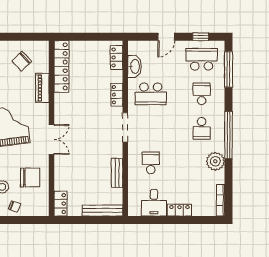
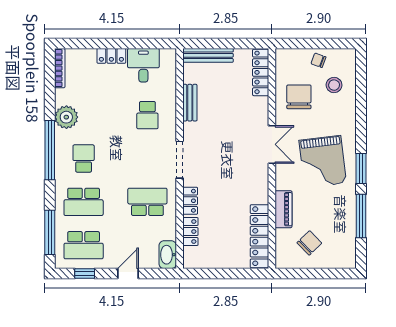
locker: (117, 57) -> (190, 232), moved
washbasin: (135, 66) -> (168, 255), moved
school desk: (202, 94) -> (84, 202), width x1.85
double door: (52, 139) -> (272, 144), swing flipped
chair: (30, 177) -> (299, 97), turned 90
locker: (61, 204) -> (261, 72), width x1.53

